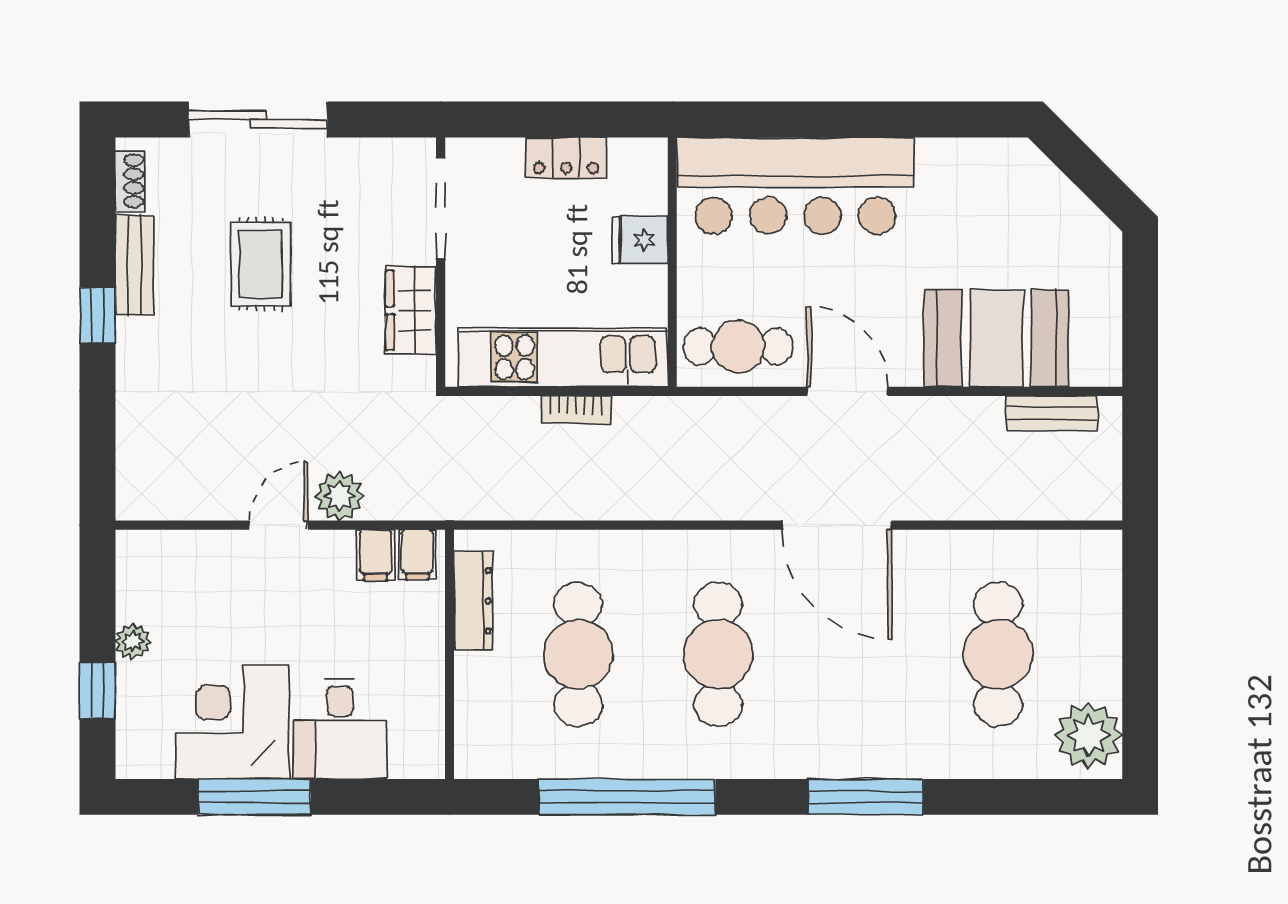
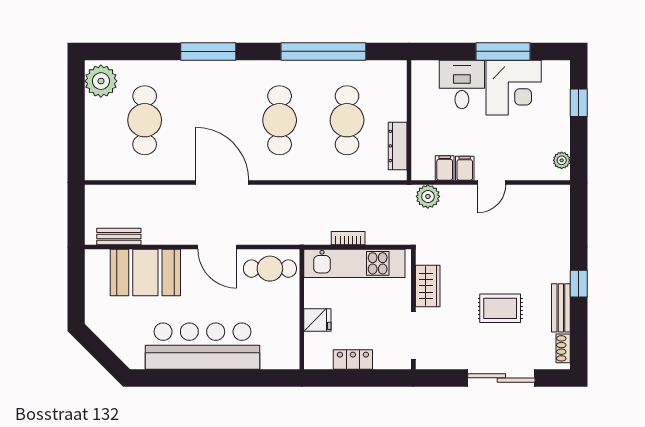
bar counter: (795, 186) -> (203, 346), moved
rug: (261, 264) -> (500, 308), turned 90
plant: (339, 496) -> (428, 196), moved
filing cabinet: (417, 555) -> (465, 168), moved
plant: (133, 641) -> (562, 160), moved

